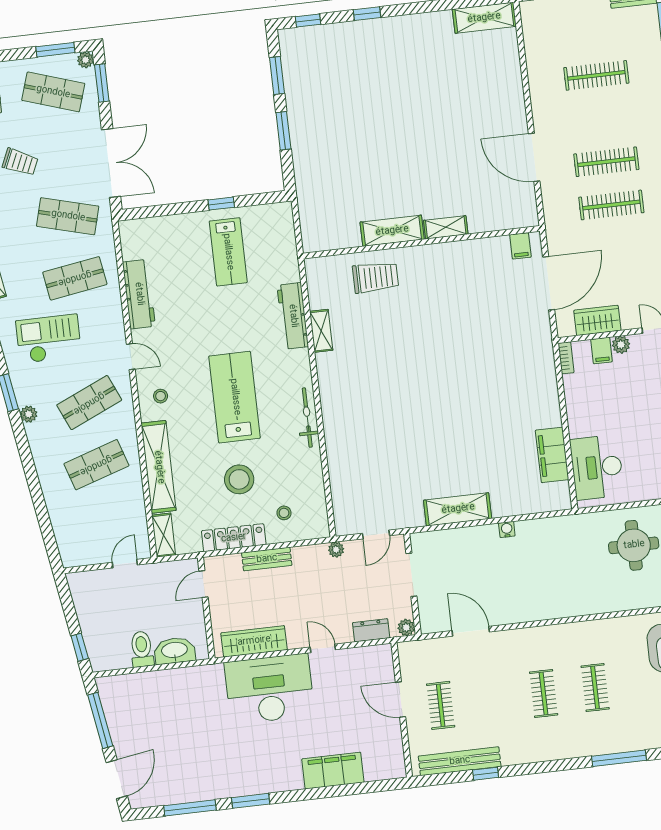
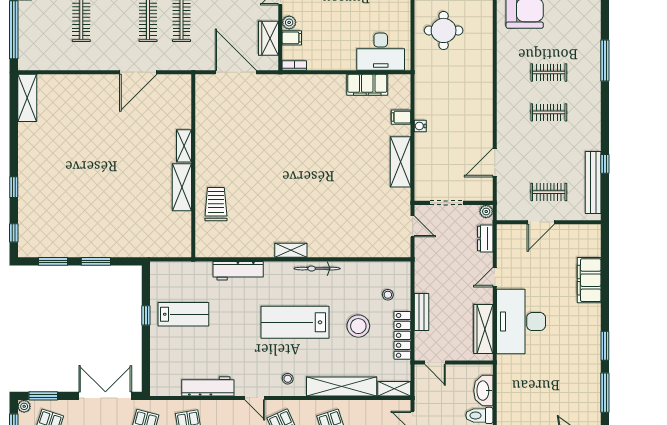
filing cabinet: (520, 246) -> (401, 117), moved, turned 180
shelving: (321, 331) -> (291, 250), moved
door: (131, 357) -> (255, 398), swing flipped
plant: (336, 550) -> (420, 258), removed

